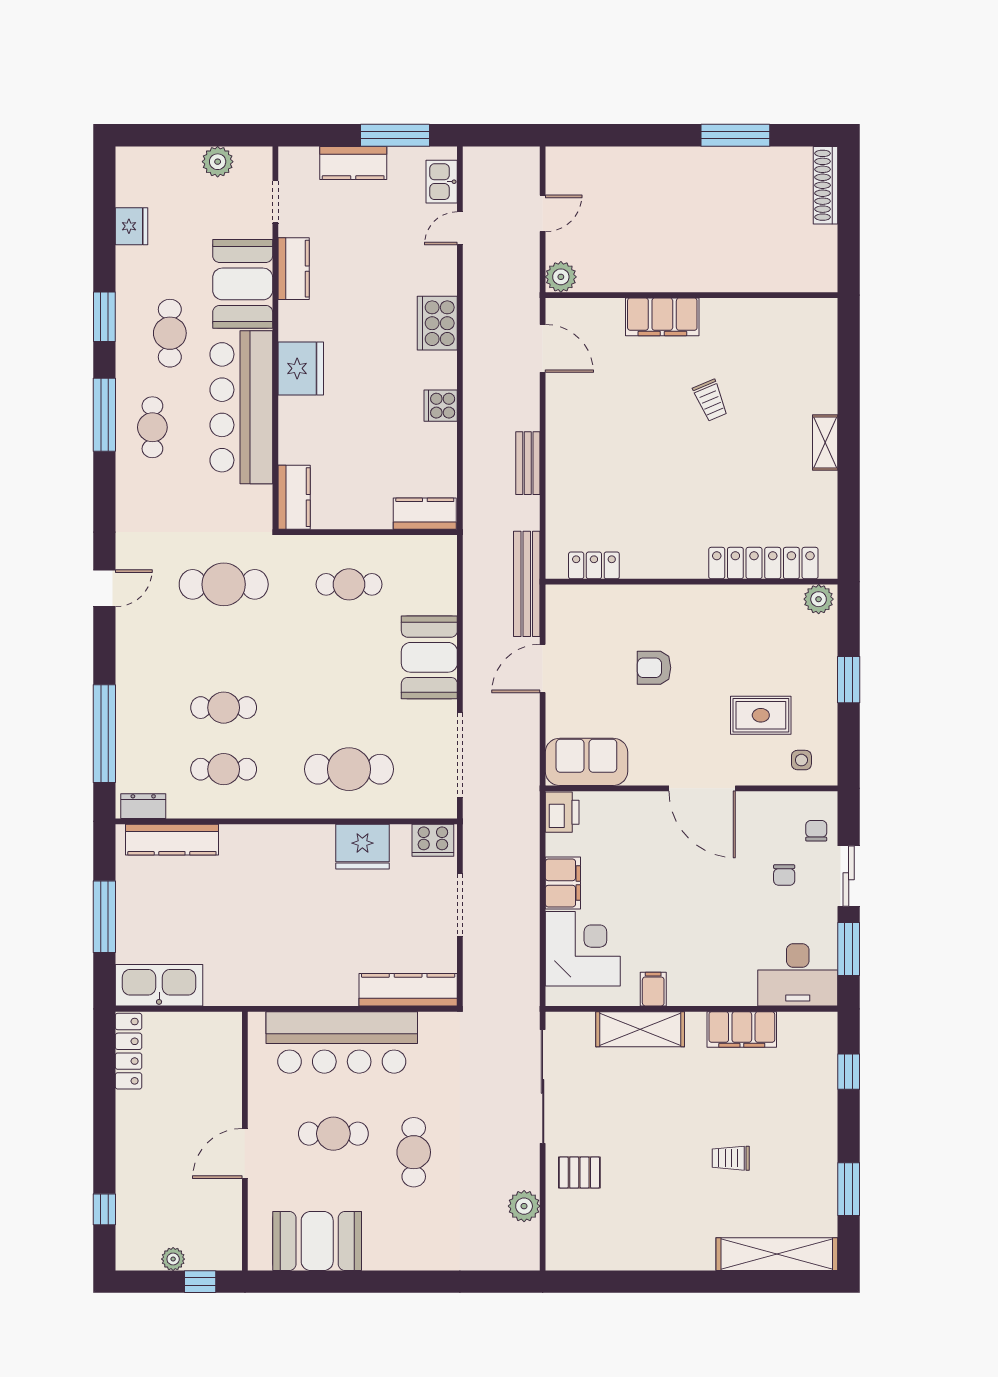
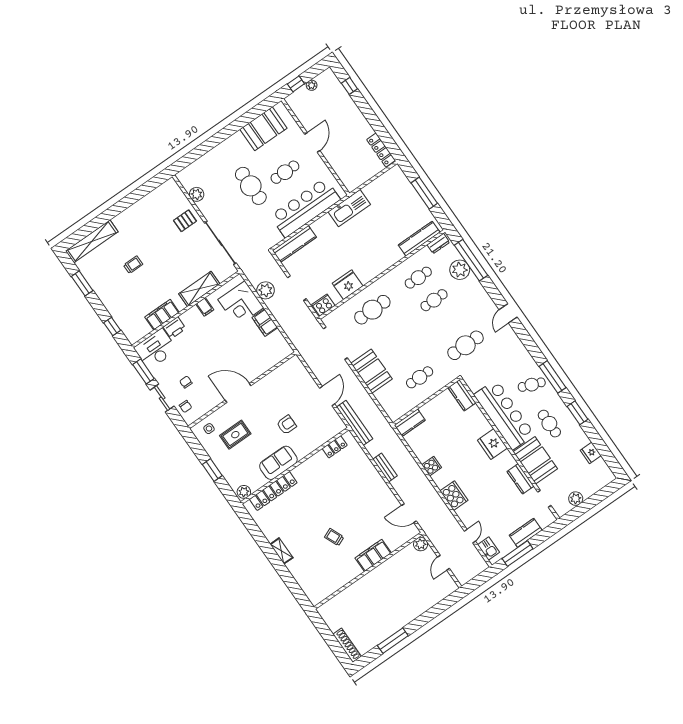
cafe table: (152, 427) -> (532, 385), turned -69
plant: (137, 731) -> (460, 270), added
sofa: (586, 762) -> (278, 463), moved, turned 180
printer: (562, 812) -> (175, 328), moved, turned -90
plant: (520, 941) -> (266, 290), added
kitchen sink: (159, 985) -> (349, 208), moved
cafe table: (414, 1152) -> (251, 186), width x1.37, depth x1.35

